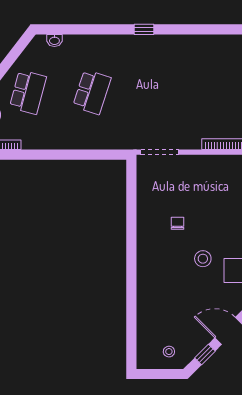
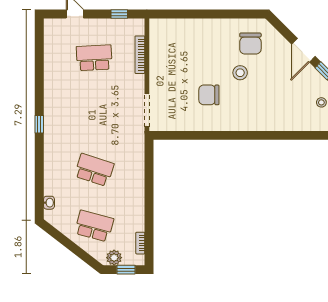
school desk: (220, 92) -> (94, 58), added
chair: (177, 223) -> (209, 95), width x1.87, depth x1.87

